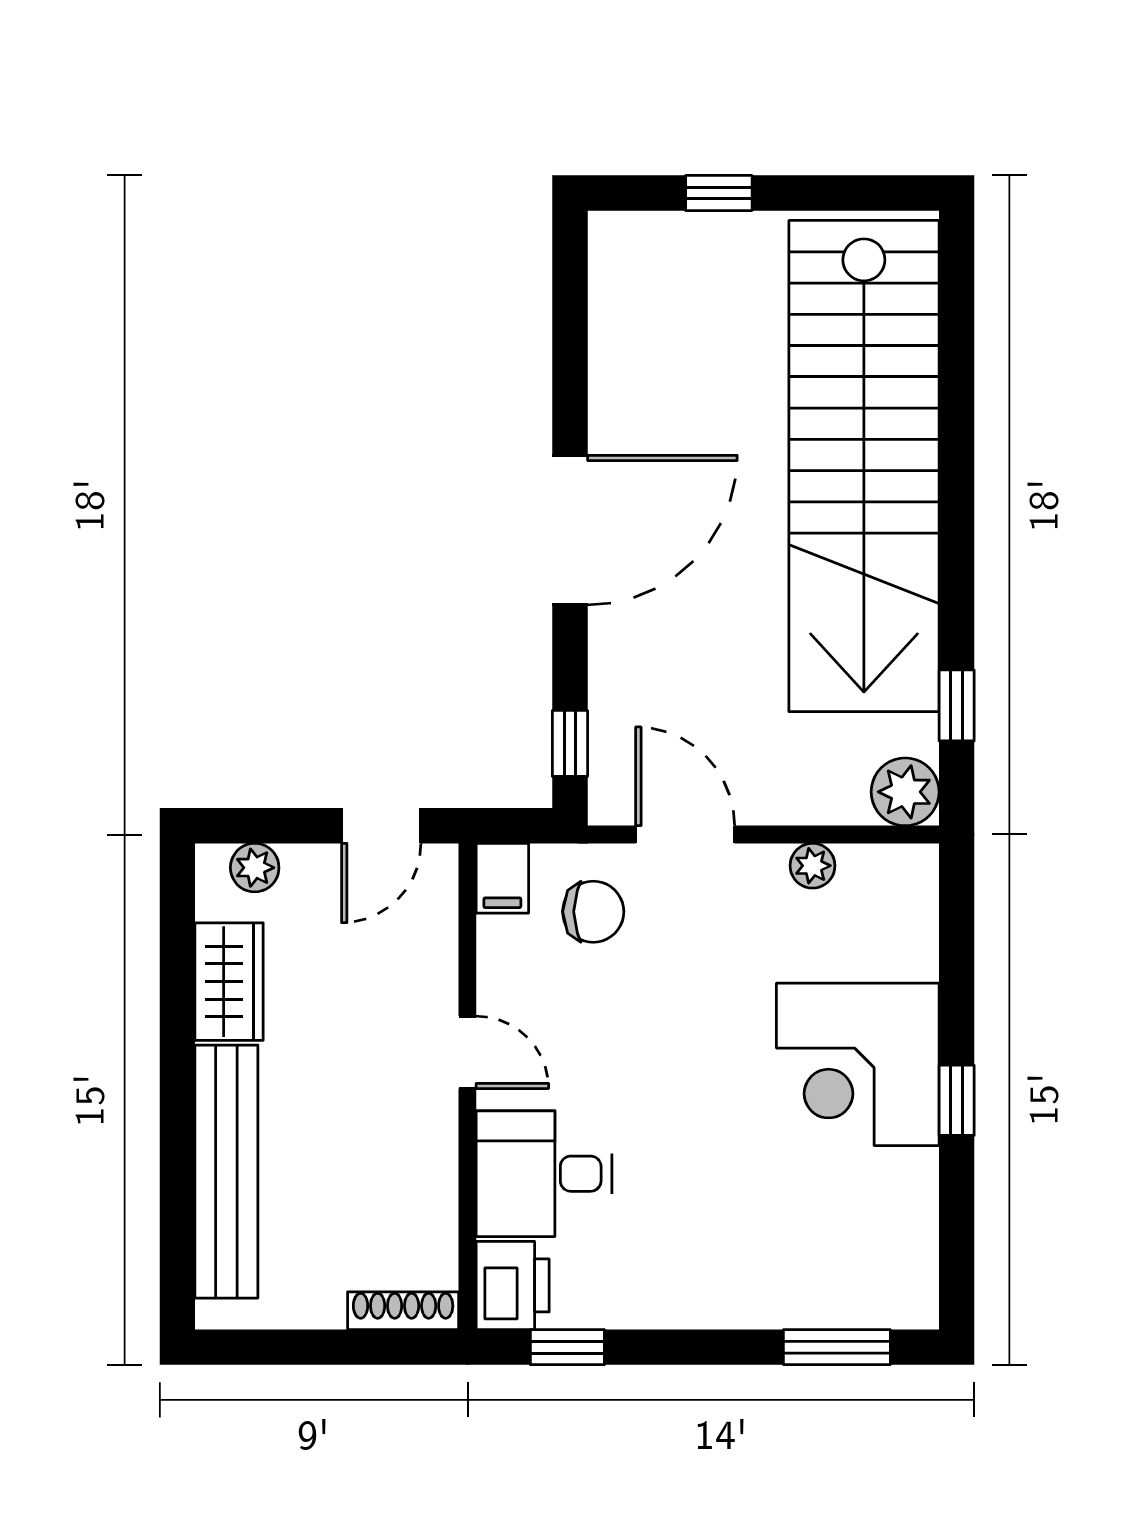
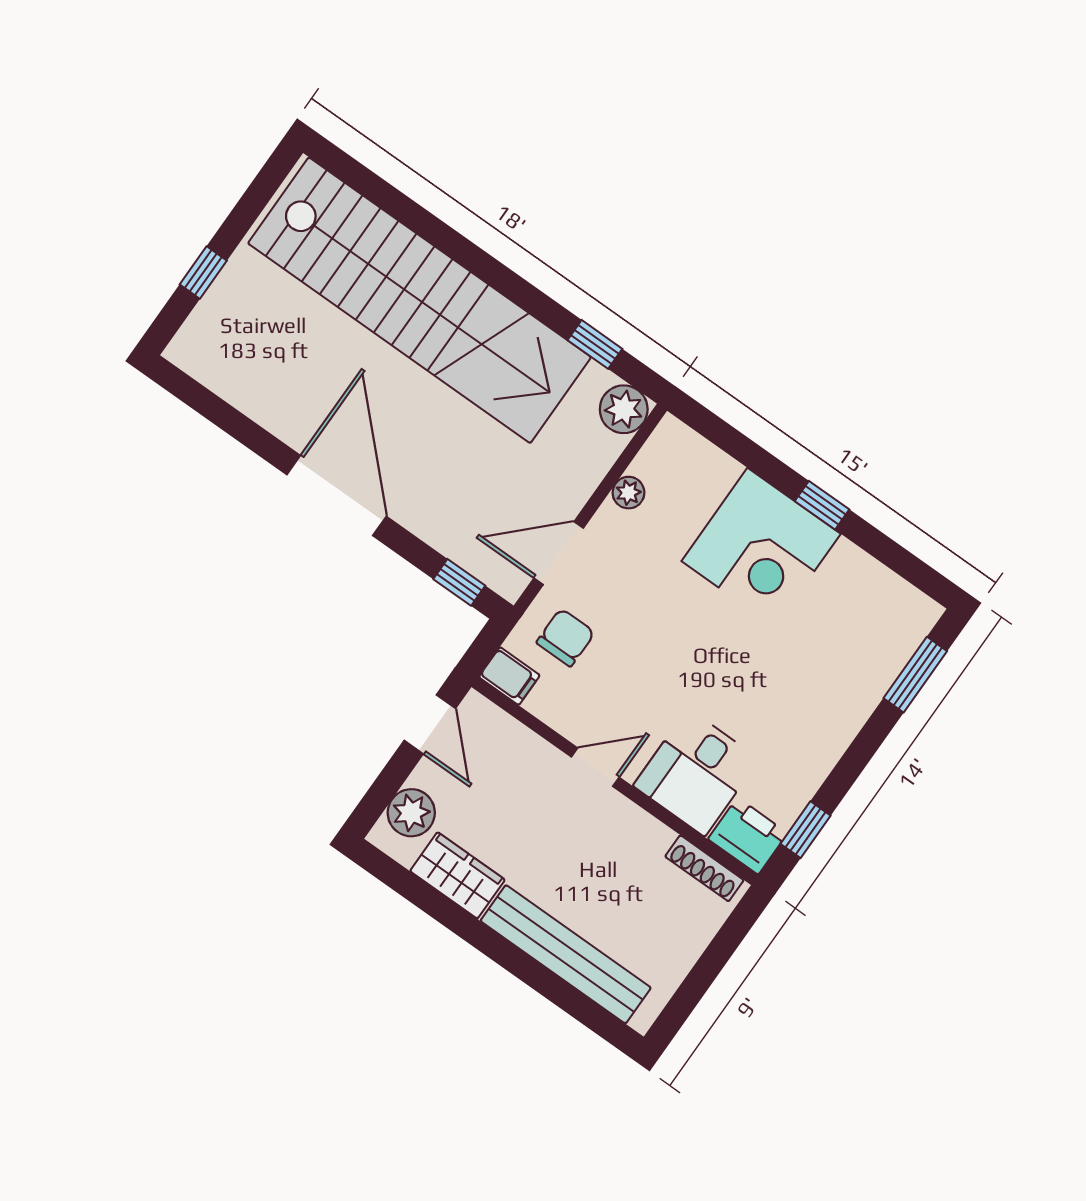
plant: (255, 868) -> (411, 813), width x1.38, depth x1.38
shoe rack: (403, 1311) -> (704, 868), moved, turned -90

